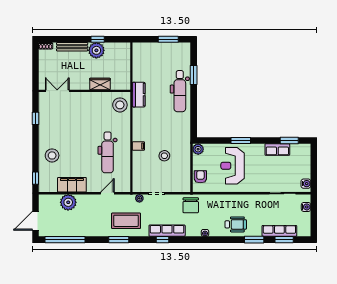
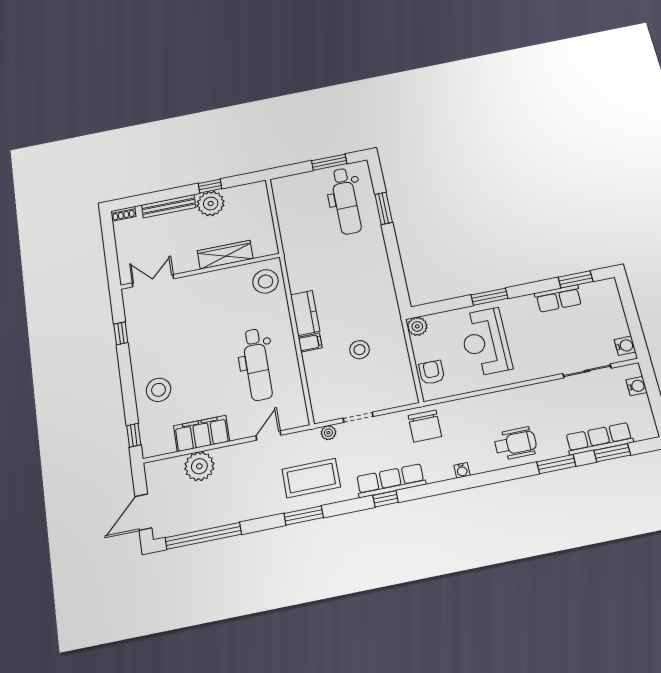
wardrobe: (100, 84) -> (225, 255), width x1.50
dental chair: (180, 91) -> (346, 201), moved
kitchen counter: (139, 95) -> (305, 313), moved

